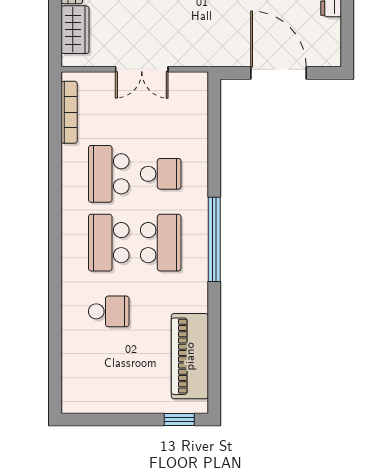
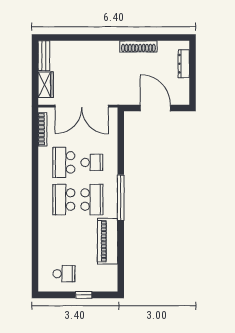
double door: (142, 69) -> (82, 106), width x1.87
school desk: (109, 311) -> (64, 274), moved
piano: (190, 356) -> (108, 241), moved
window: (179, 420) -> (84, 295), moved

